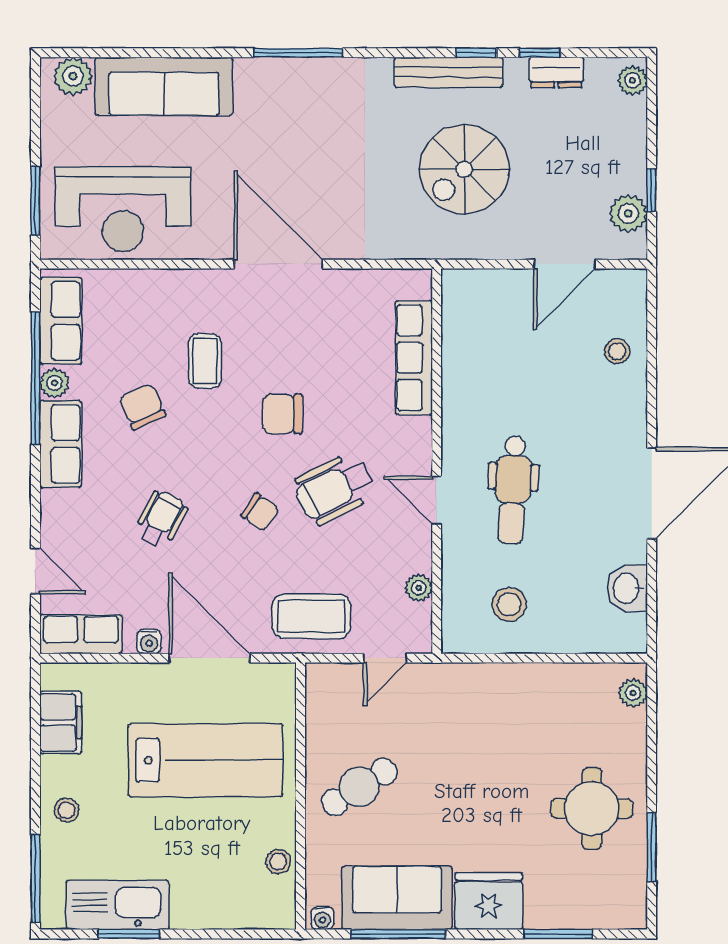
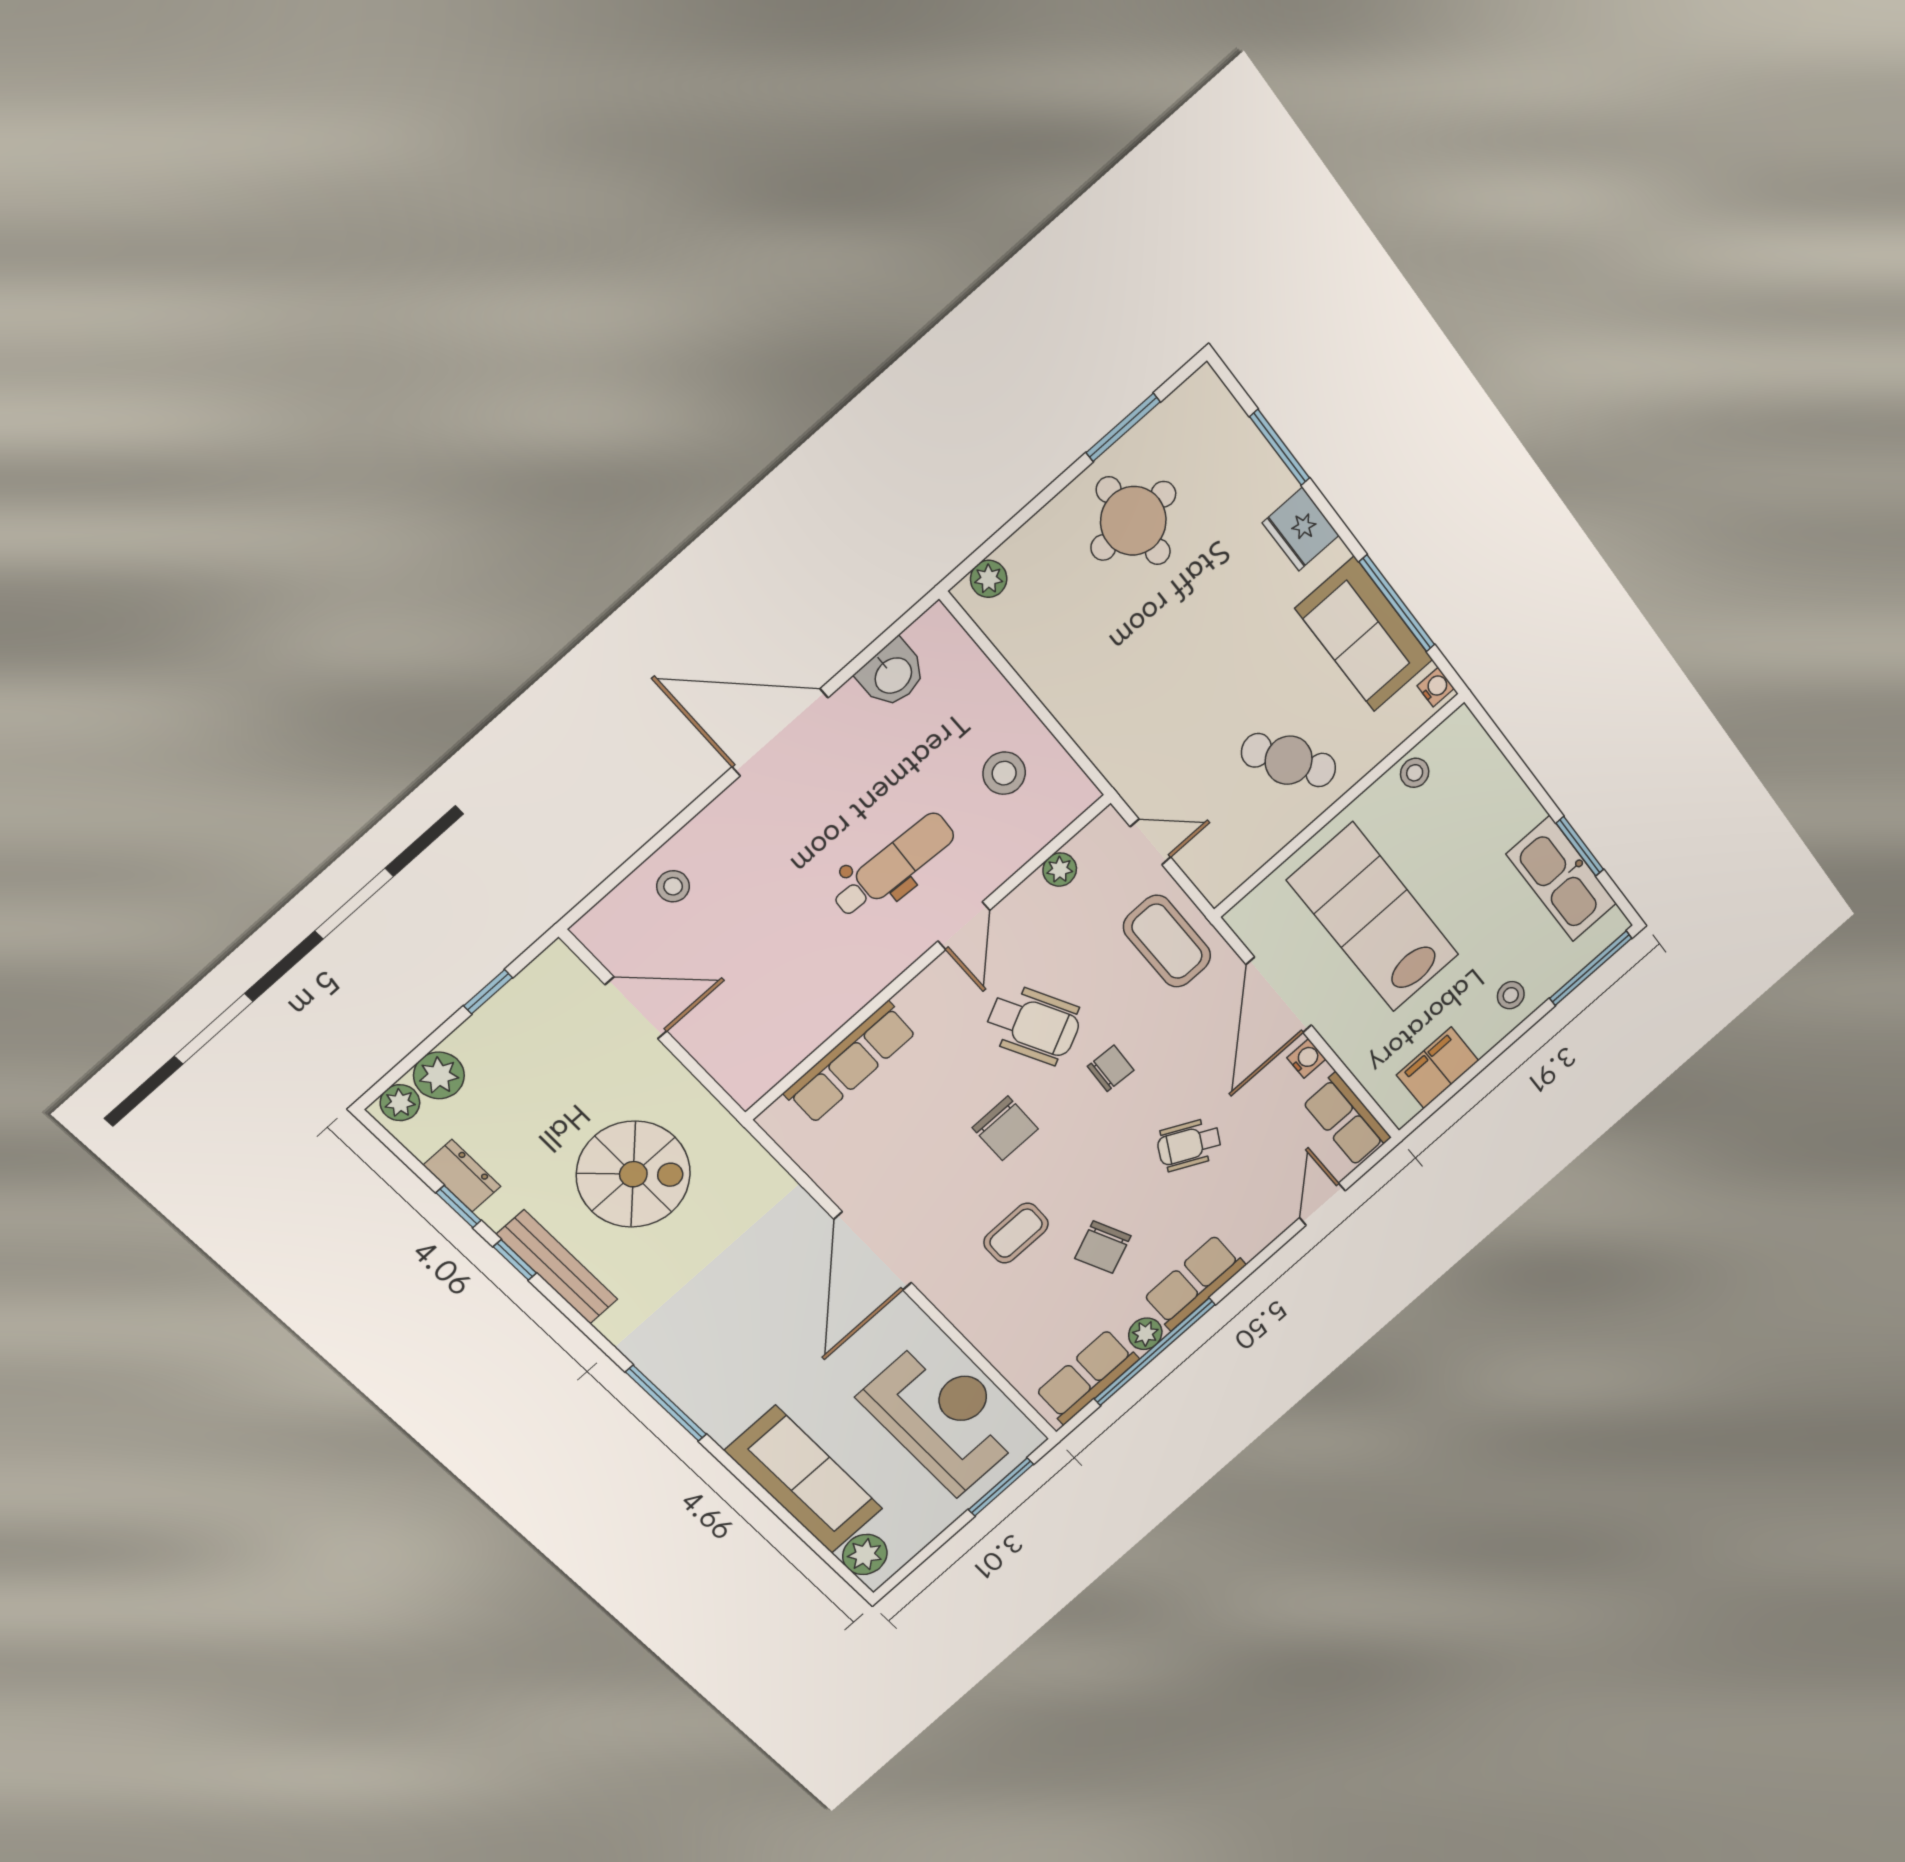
plant: (628, 213) -> (439, 1075), moved
chair: (260, 512) -> (1111, 1068), turned 58
fridge: (489, 901) -> (1301, 529), width x0.73, depth x0.75

